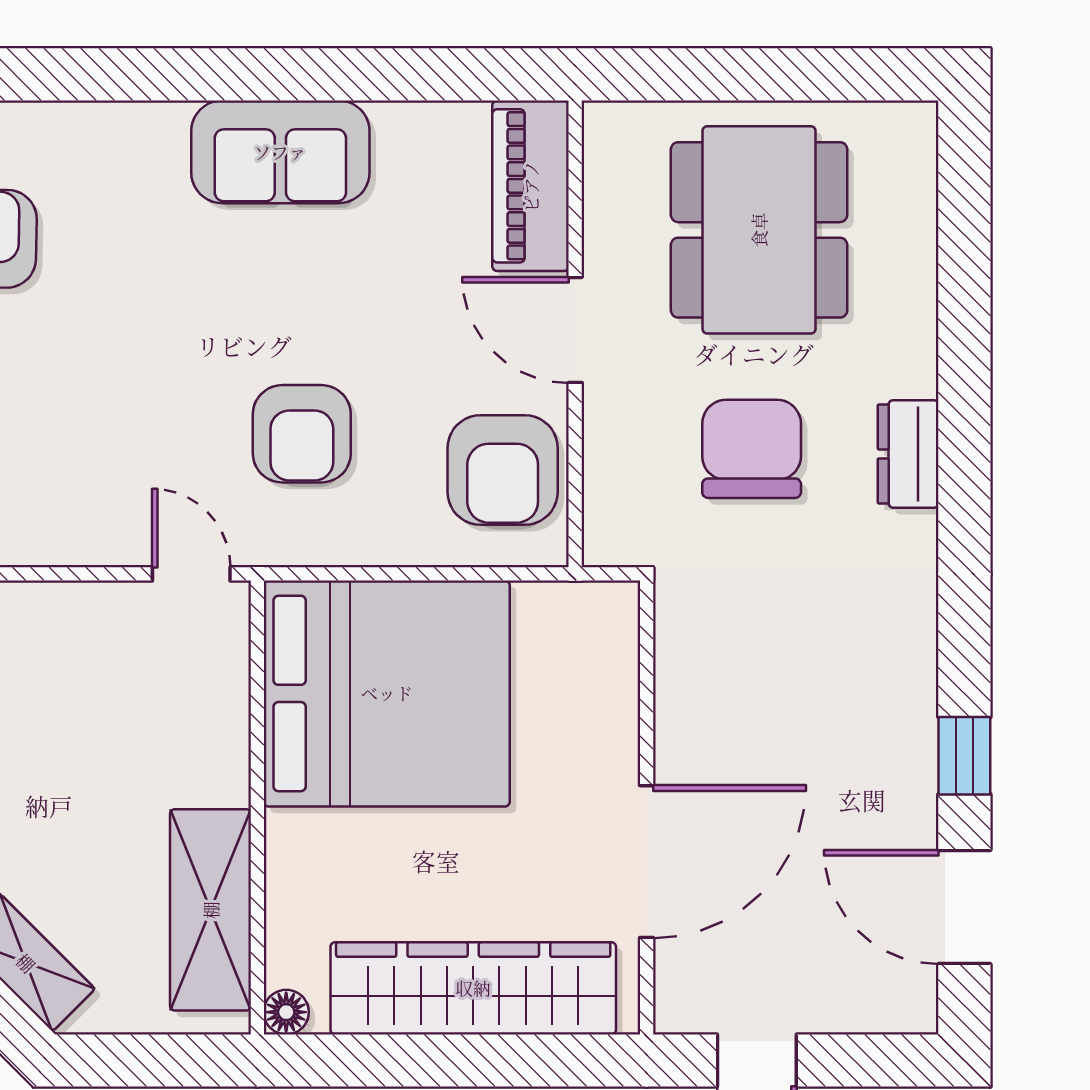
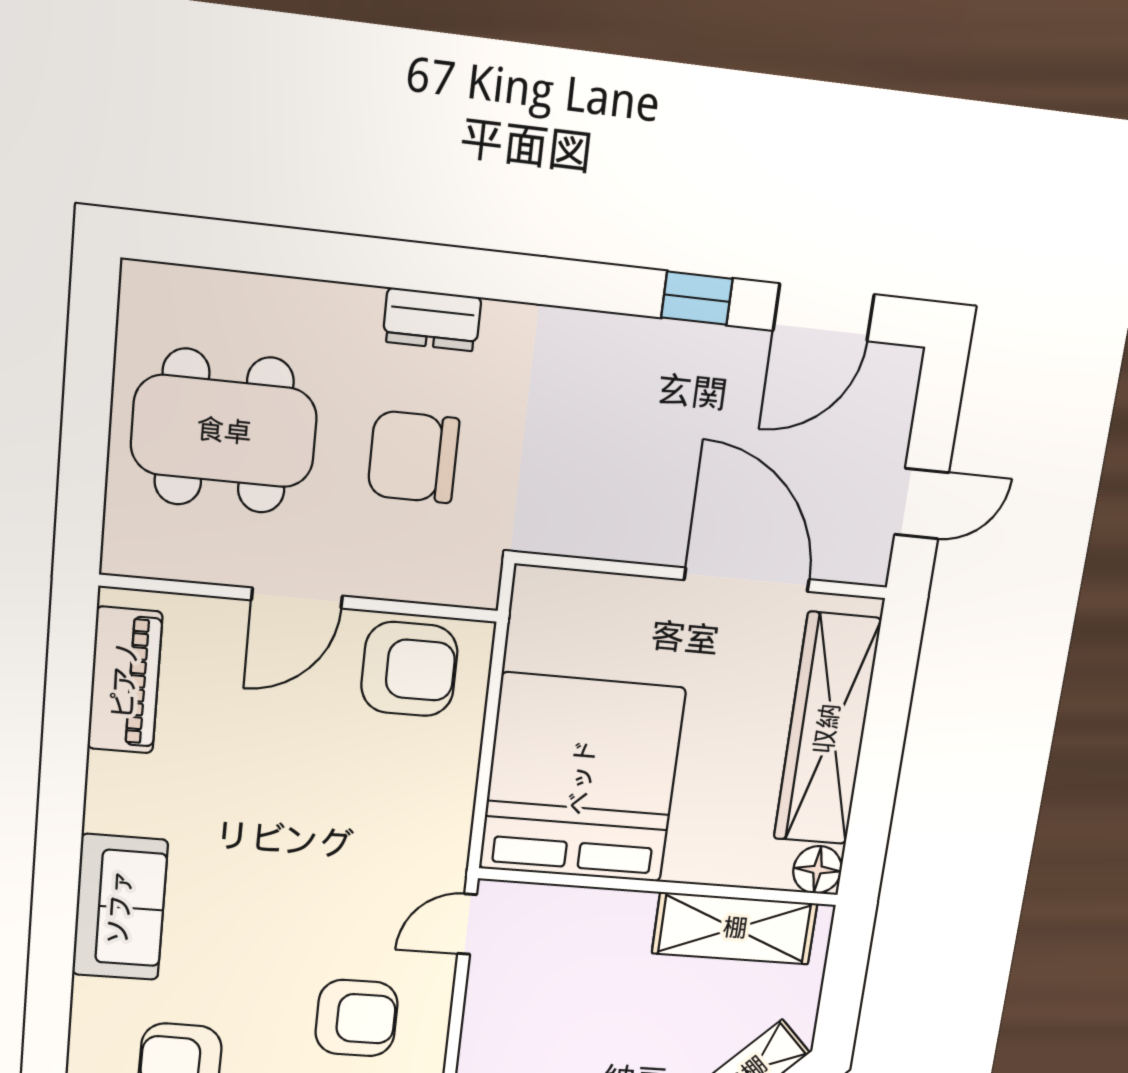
sofa: (280, 152) -> (120, 907), moved
piano: (531, 186) -> (125, 680), moved, turned -90
armchair: (302, 434) -> (357, 1018), moved
floor lamp: (286, 1012) -> (817, 870), width x1.37, depth x1.37

